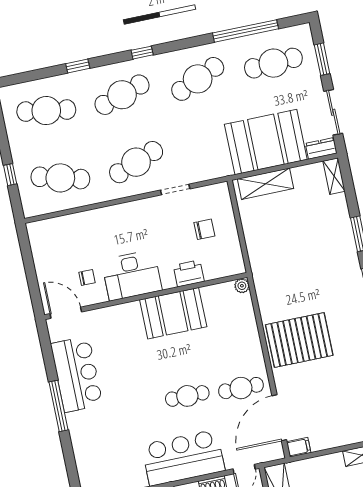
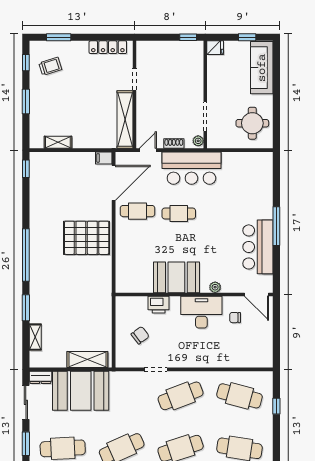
shelving: (334, 176) -> (35, 337), moved
chair: (204, 229) -> (140, 335), turned 143
plant: (242, 286) -> (215, 287), moved

